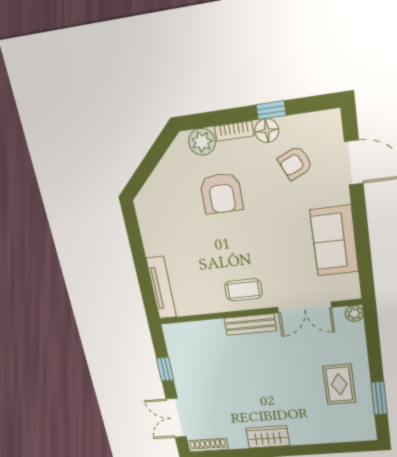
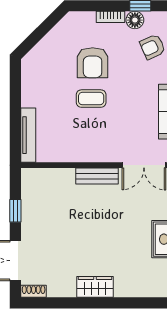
plant: (202, 142) -> (85, 21), removed
coffee table: (243, 290) -> (91, 99), moved
shoe rack: (208, 445) -> (34, 291), width x0.70

